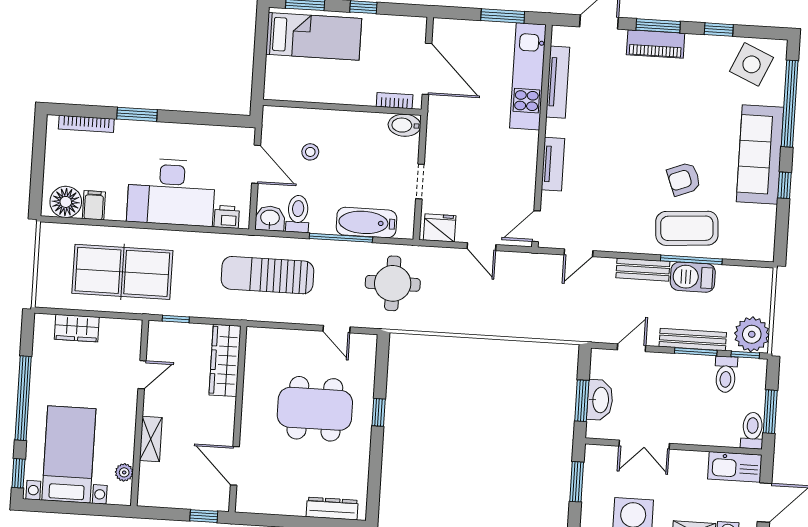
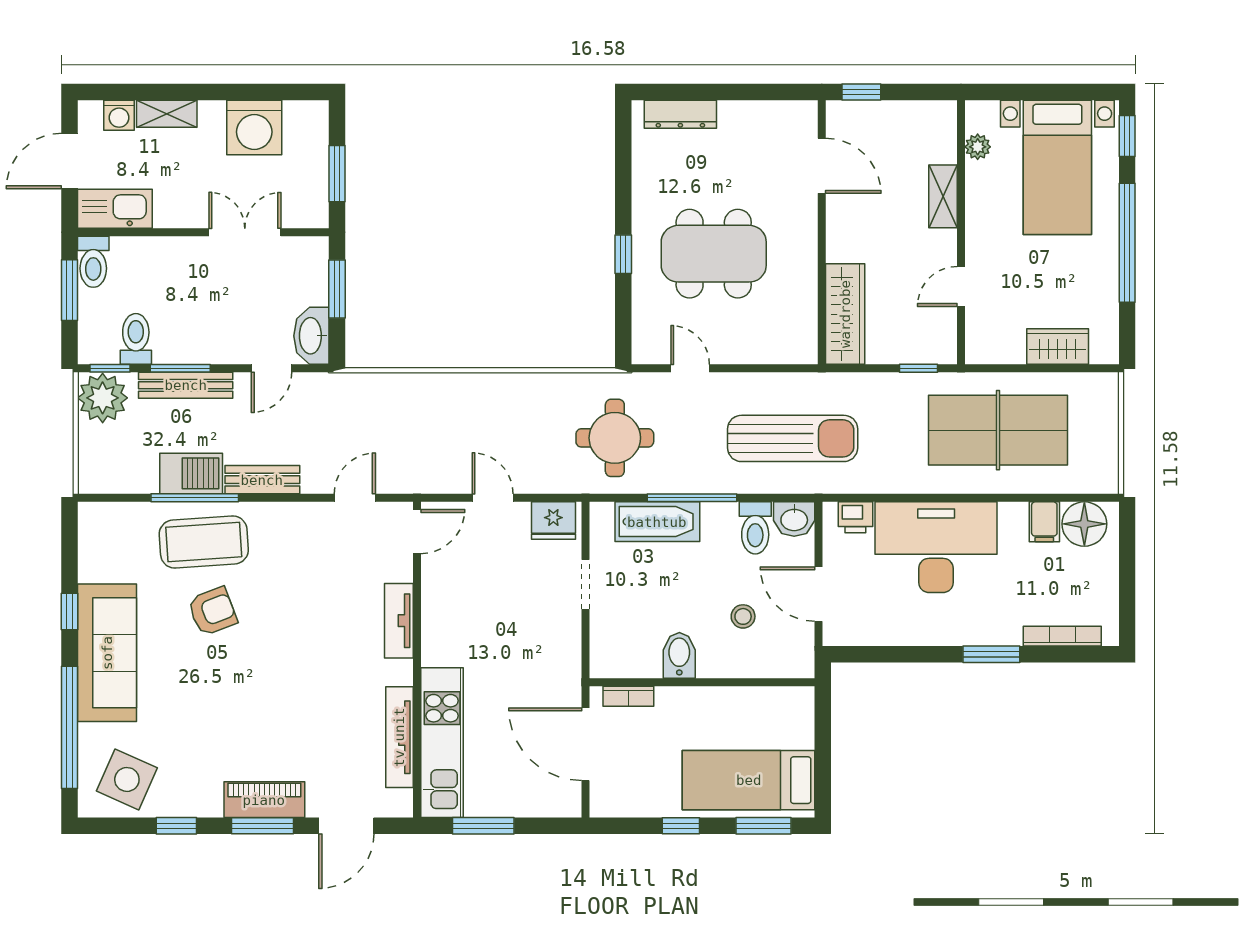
bidet: (404, 125) -> (679, 655), moved, turned -90
washbasin: (600, 400) -> (311, 336), moved

